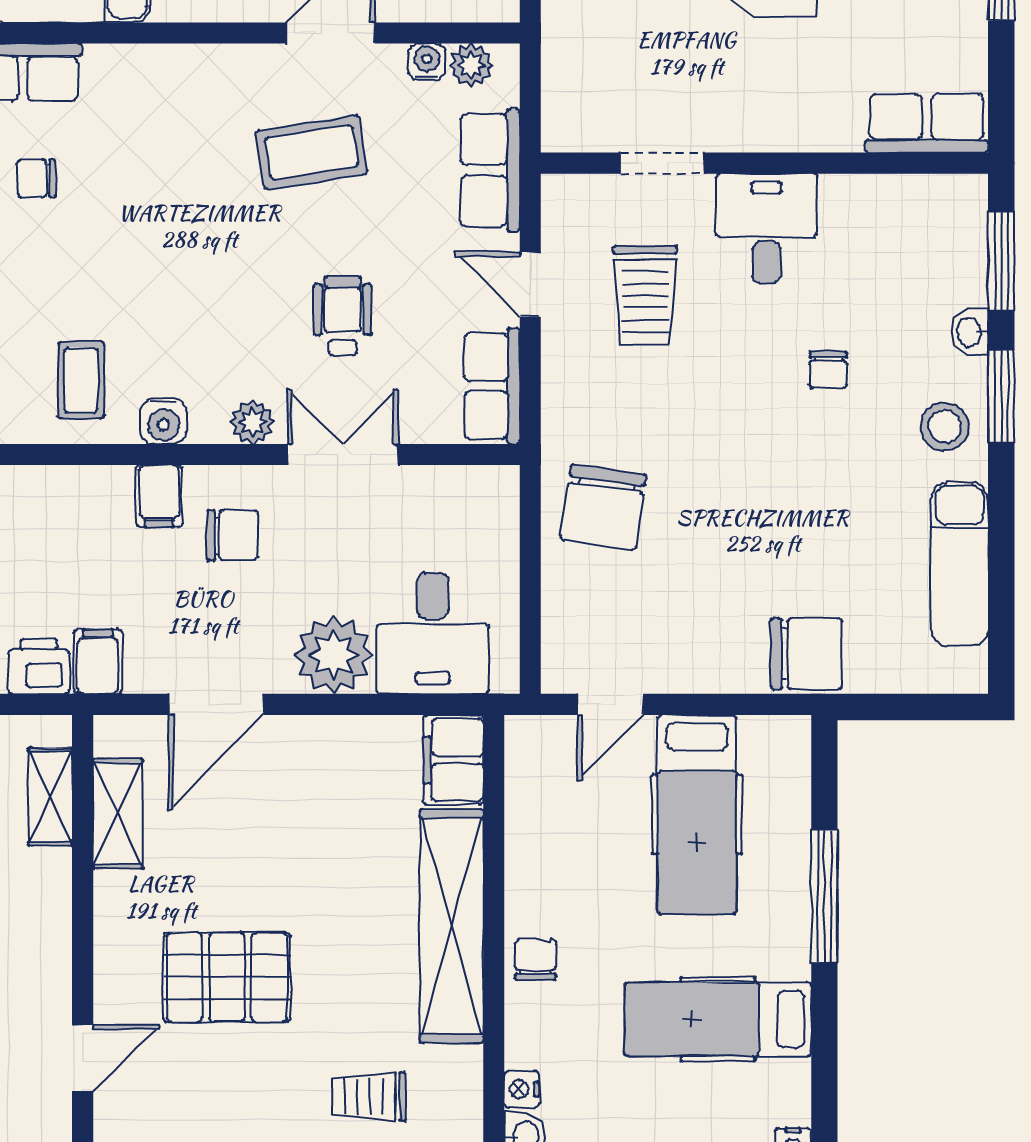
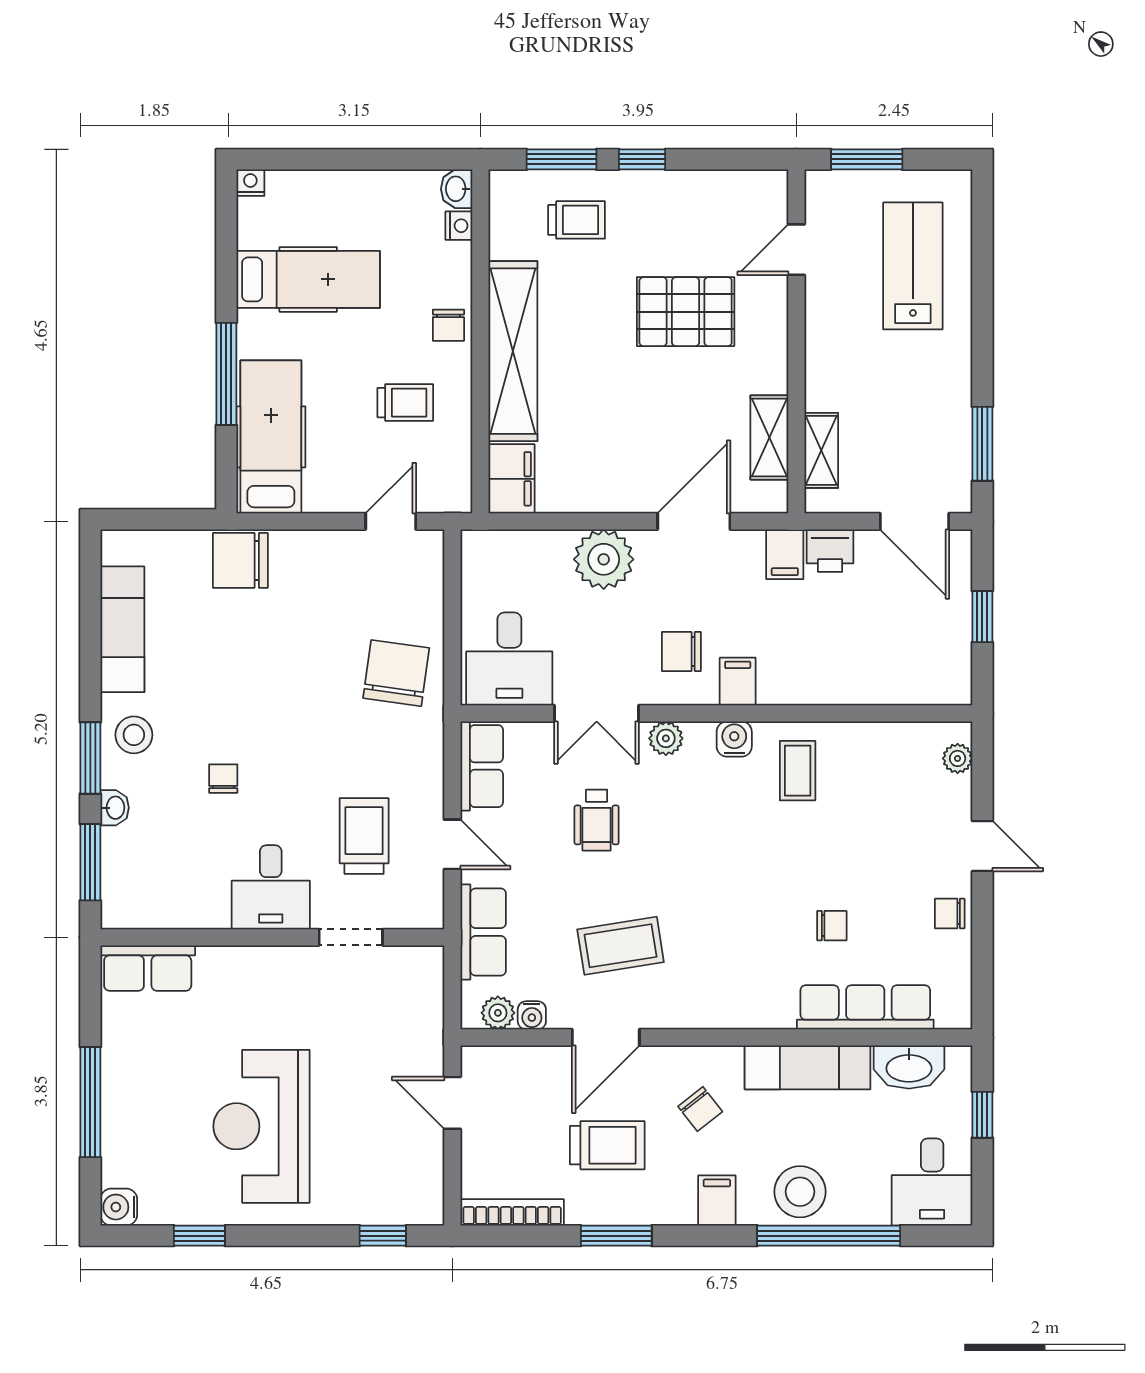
desk: (433, 633) -> (509, 659), moved, turned 180
hospital bed: (697, 814) -> (271, 437), moved
trolley: (592, 859) -> (405, 403), added

